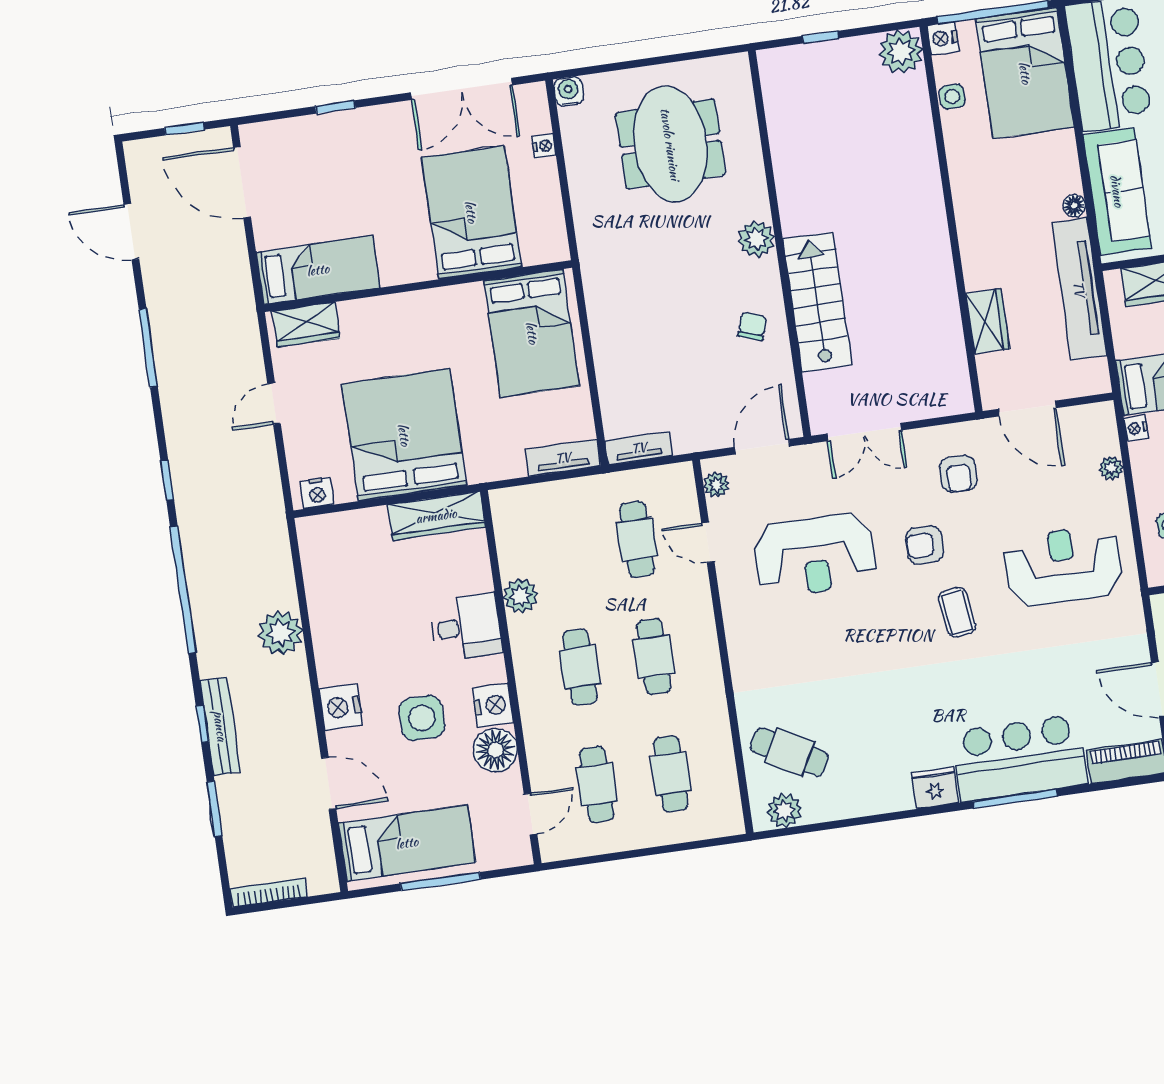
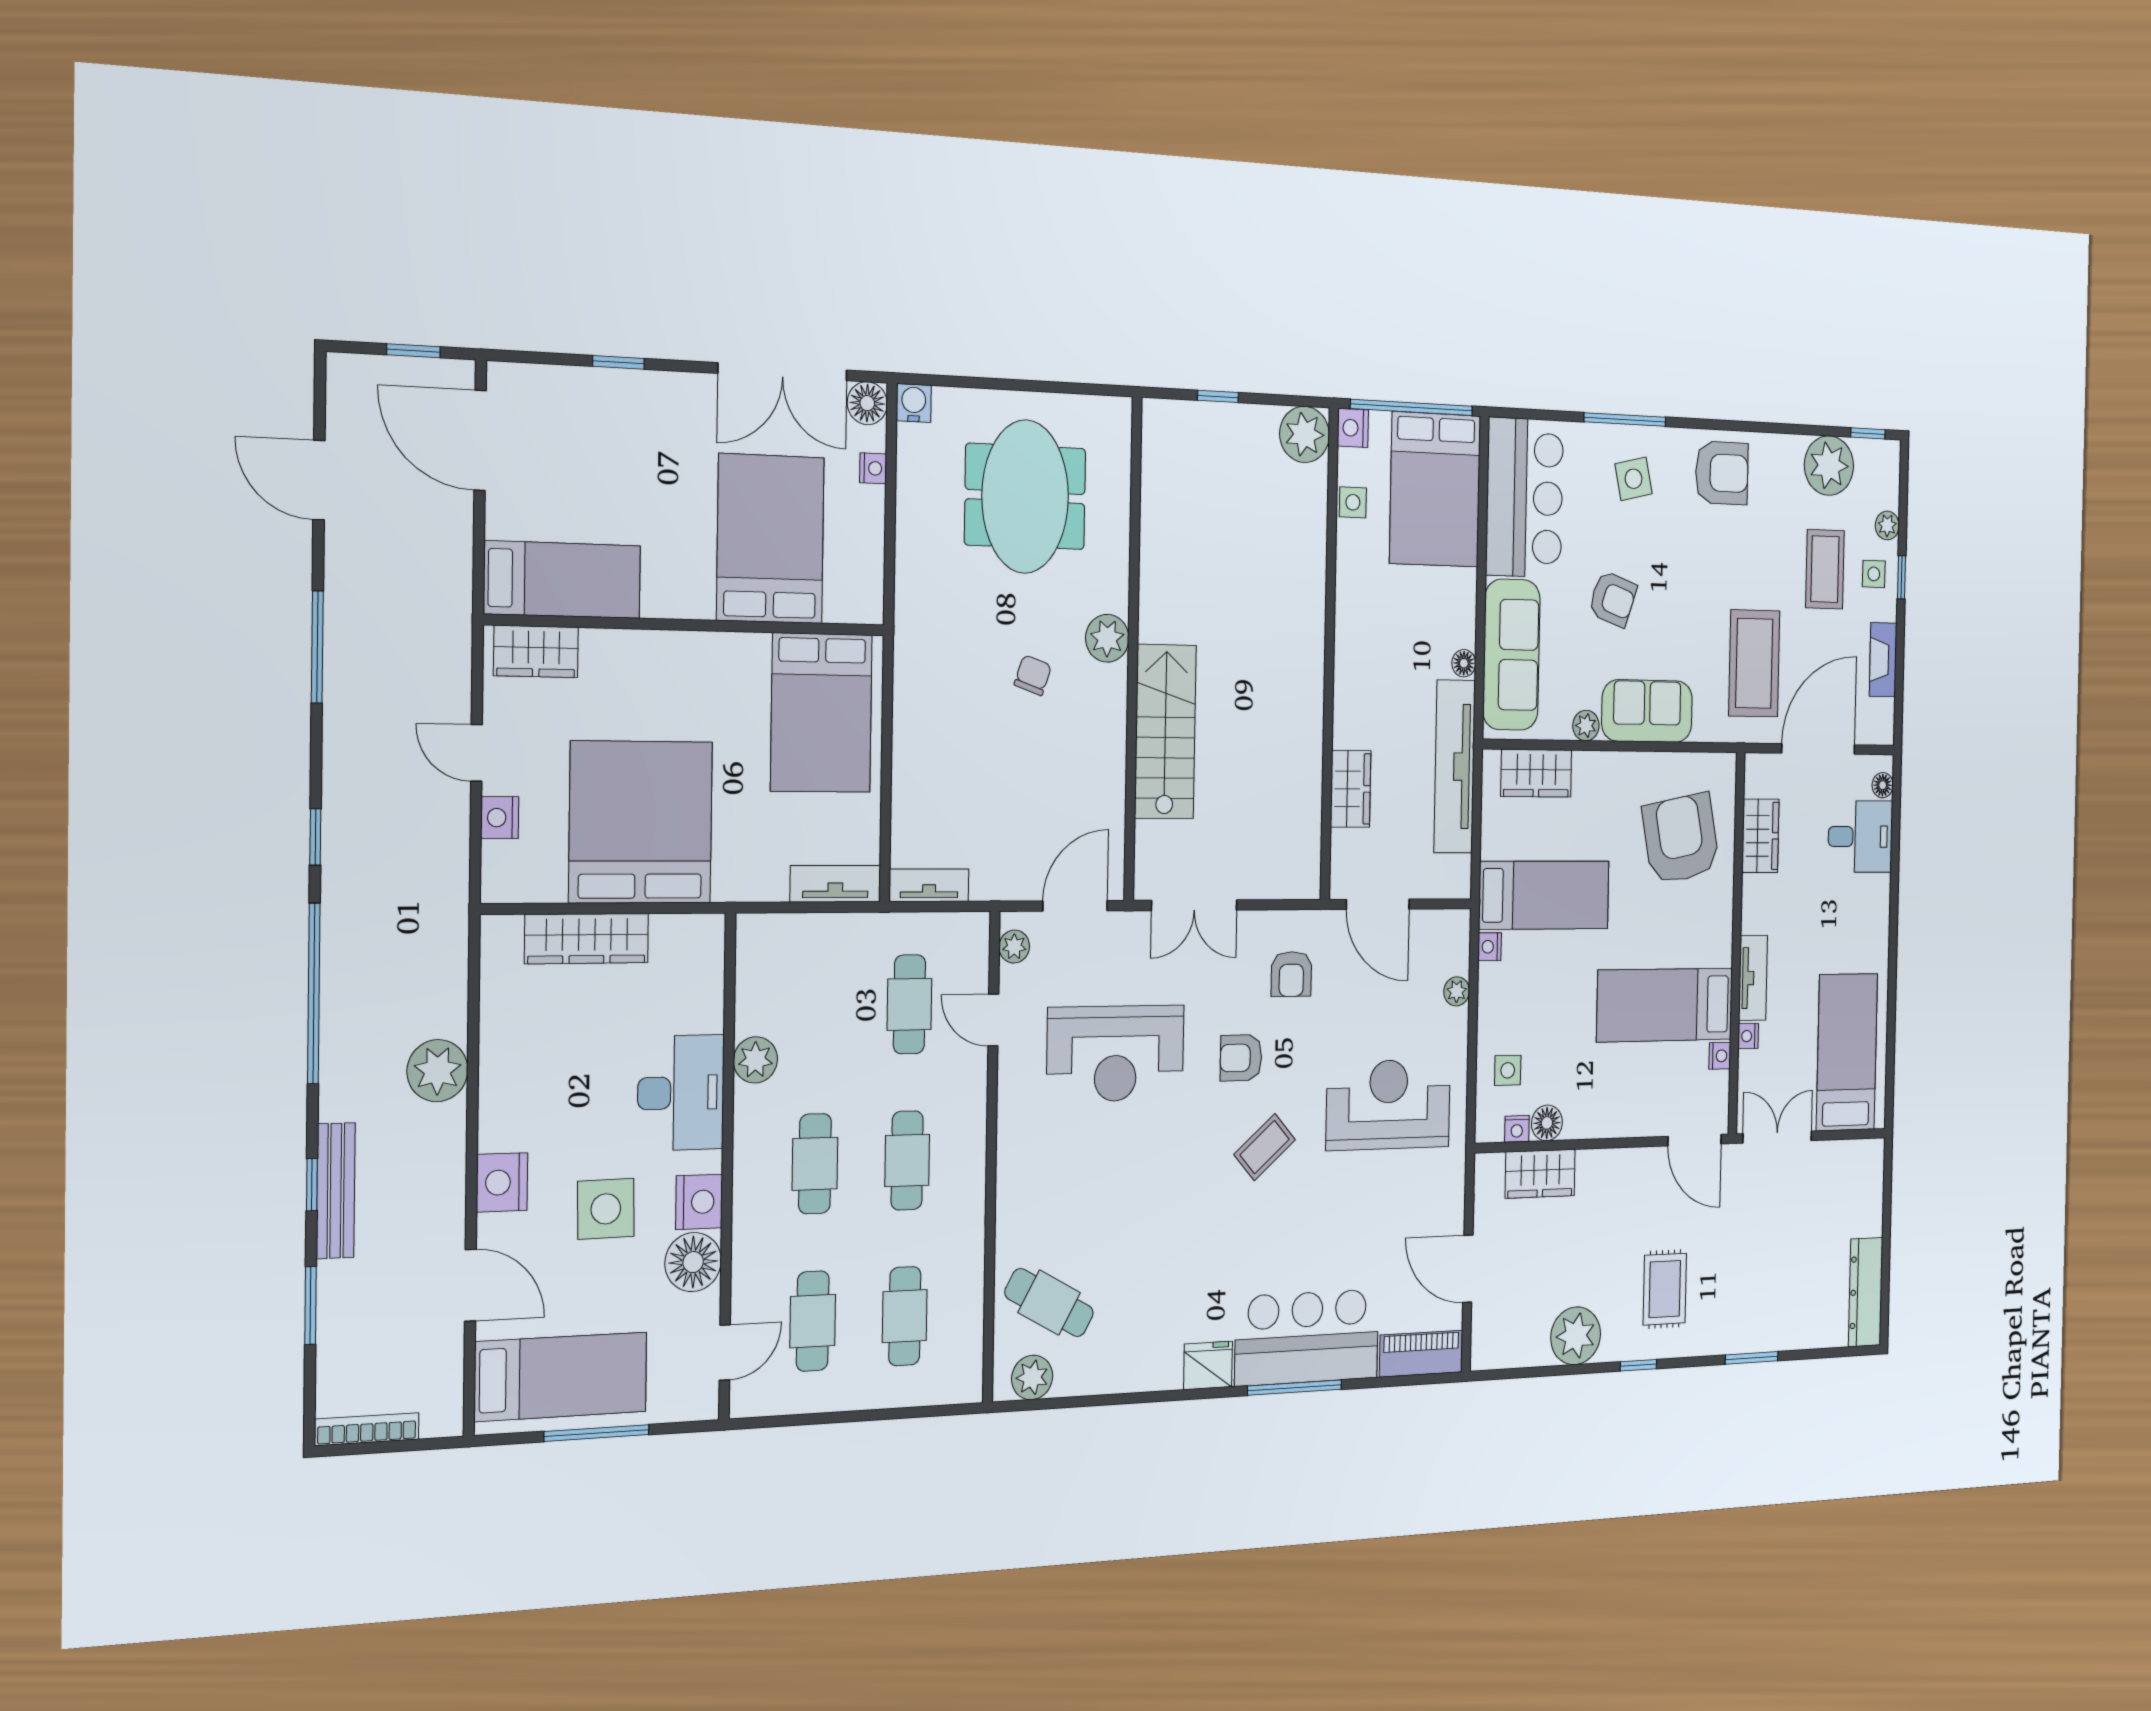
floor lamp: (532, 99) -> (867, 403), added
chair: (752, 326) -> (1033, 675), moved
door: (274, 404) -> (476, 753), hinge flipped
nightstand: (317, 493) -> (500, 818), moved, turned 90
wardrobe: (436, 516) -> (587, 939), moved
coffee table: (957, 612) -> (1265, 1147), turned 57
desk: (466, 627) -> (681, 1093), width x1.37

